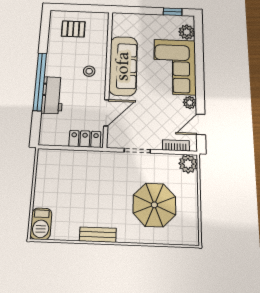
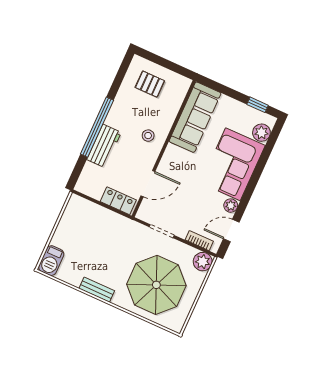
sofa: (123, 66) -> (195, 117), moved
parasol: (154, 205) -> (156, 285), width x1.36, depth x1.36

